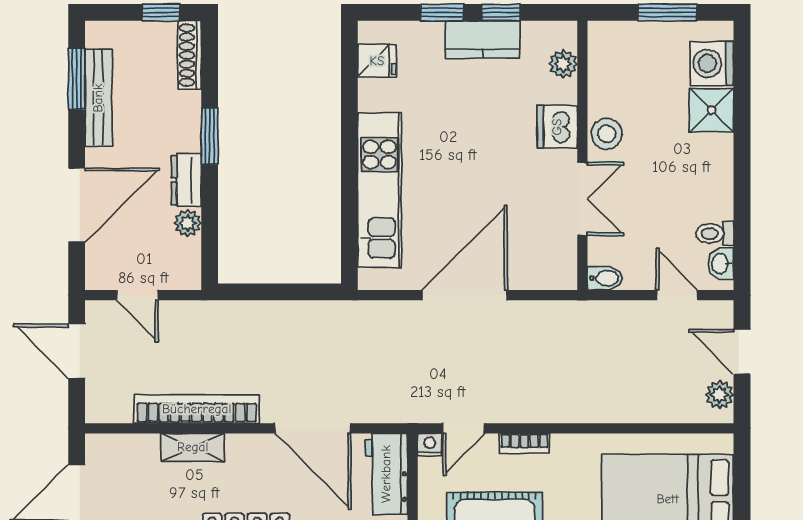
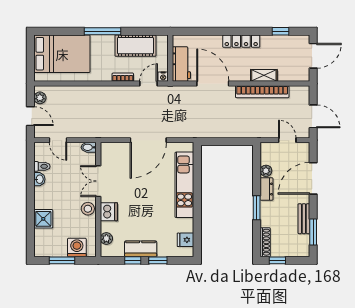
washing machine: (712, 63) -> (77, 247), moved, turned -90
bench: (98, 98) -> (304, 219), width x0.73
washbasin: (721, 264) -> (39, 179), moved

